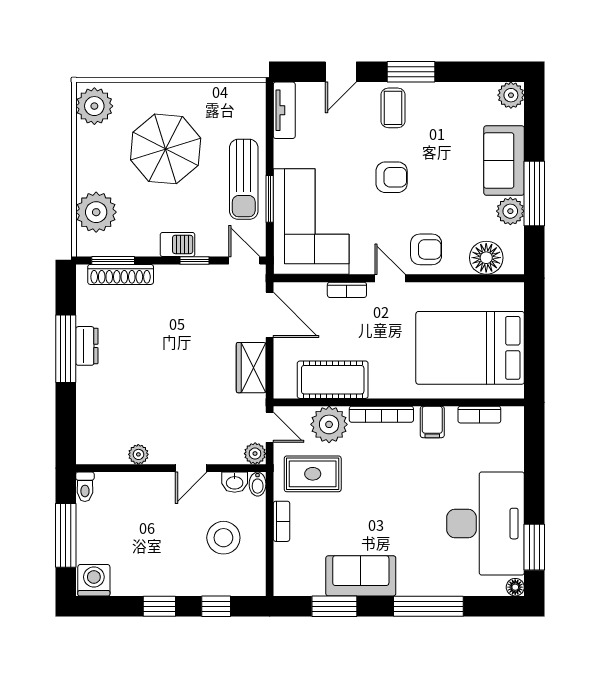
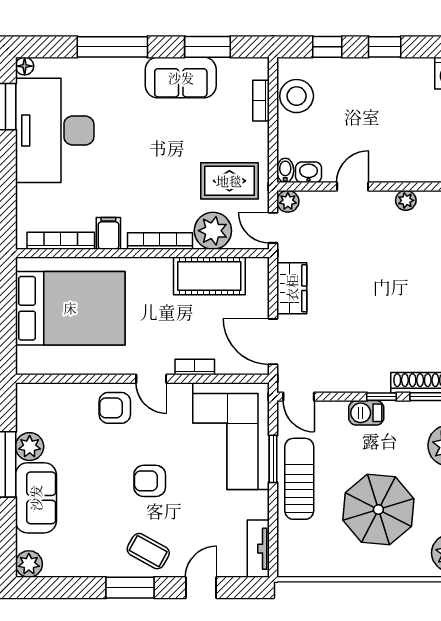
coffee table: (393, 108) -> (148, 551), turned -61
floor lamp: (486, 258) -> (54, 399), removed
window: (195, 260) -> (382, 397), moved
bookcase: (479, 415) -> (61, 241), width x1.56
bookcase: (282, 521) -> (261, 101), moved
stool: (223, 538) -> (297, 96), moved

